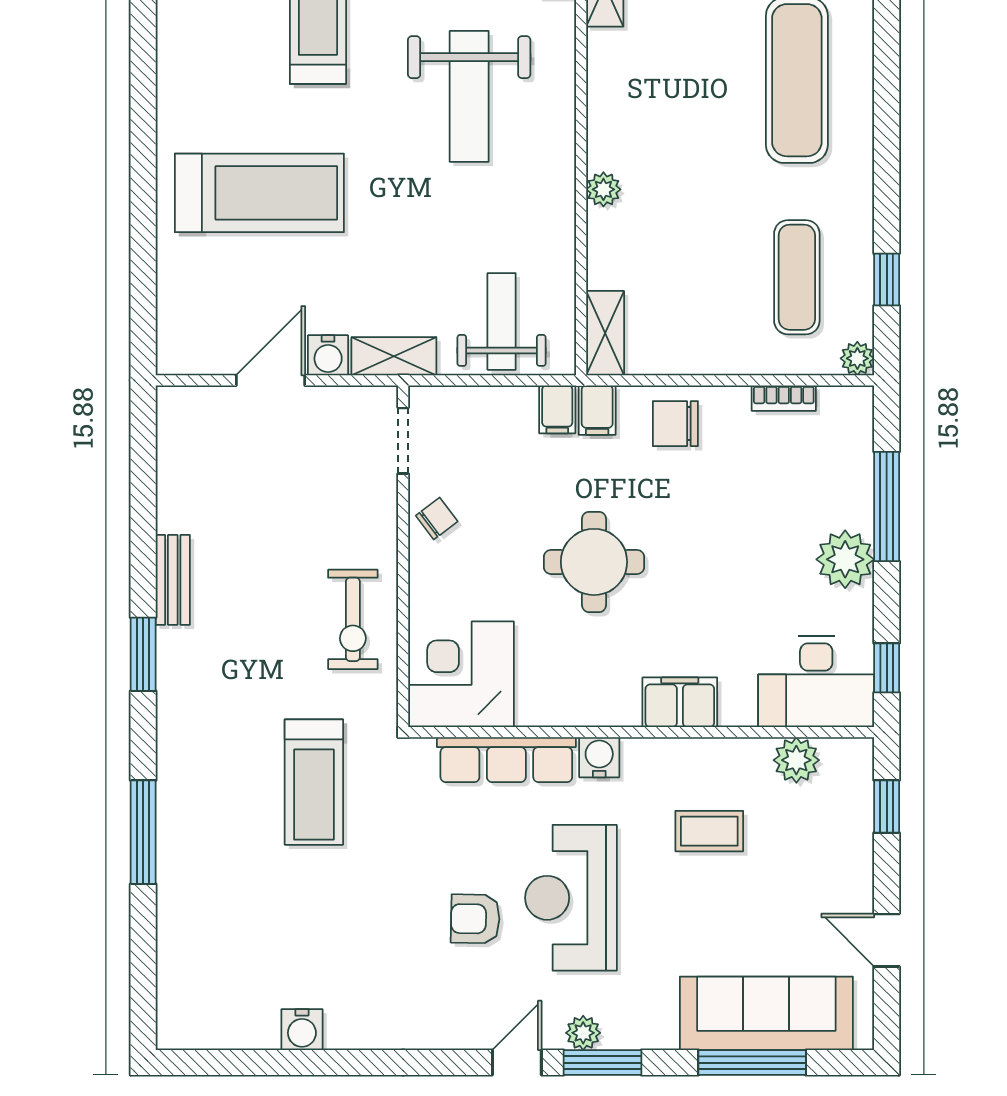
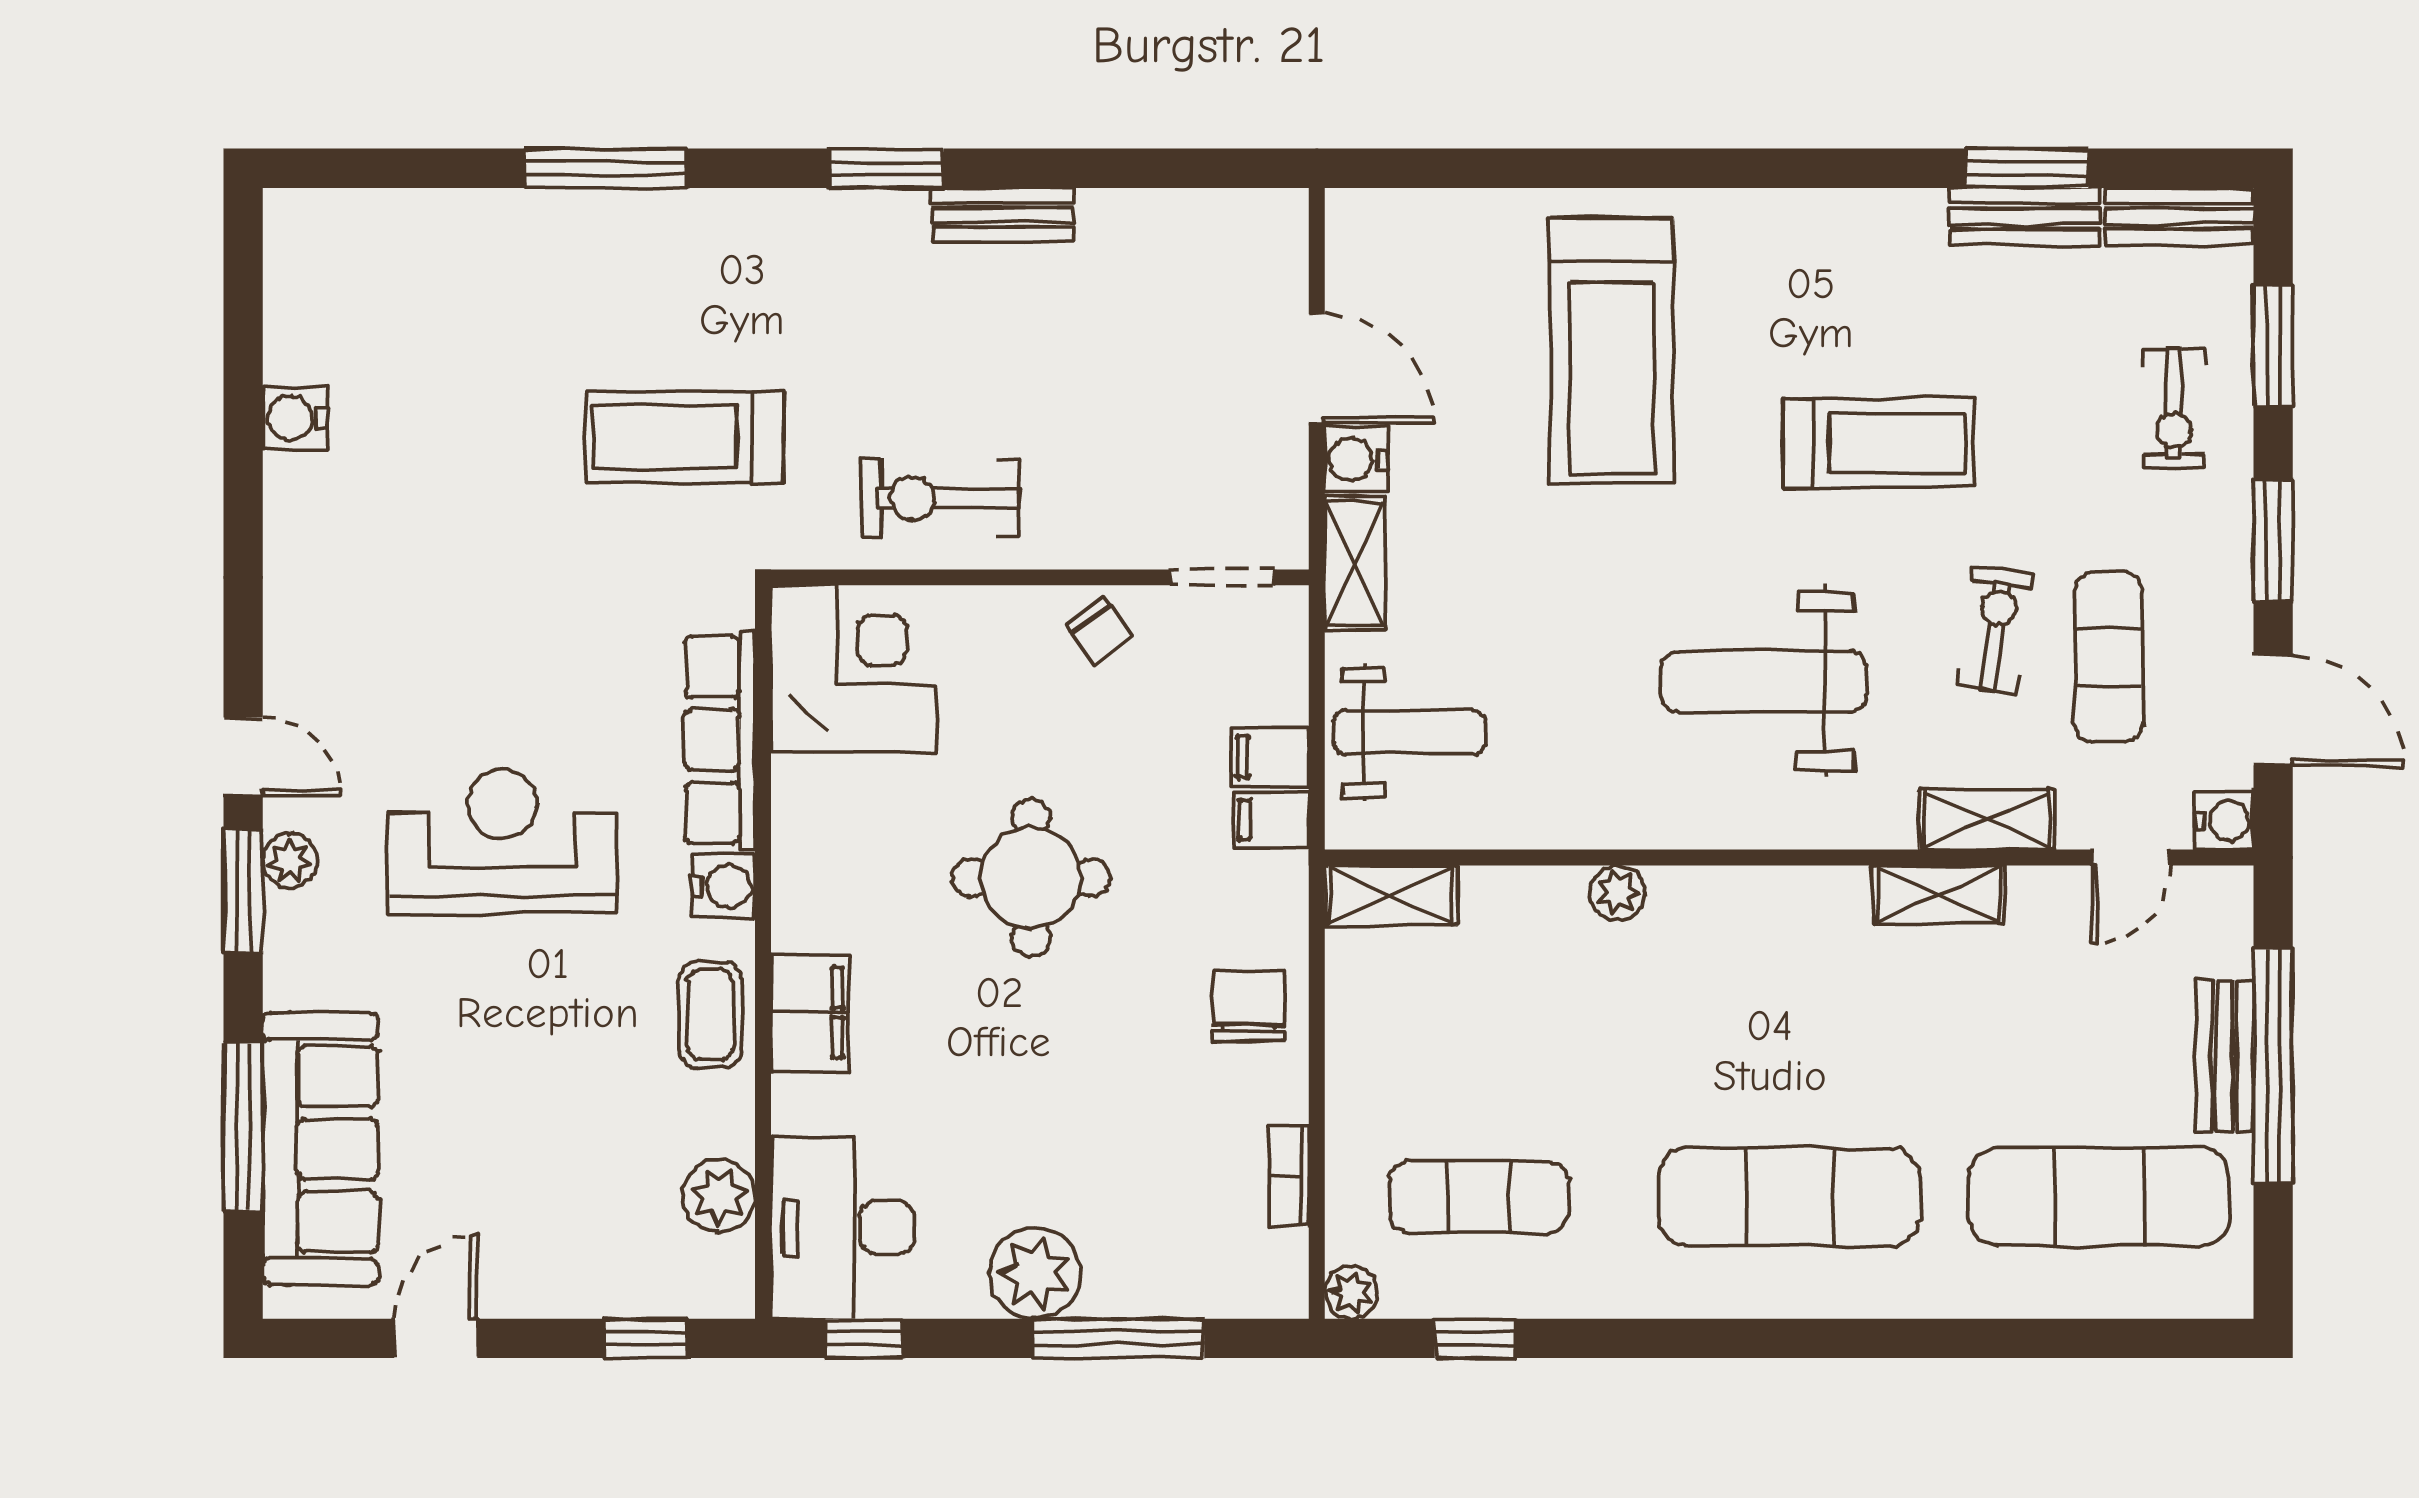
filing cabinet: (597, 410) -> (1270, 757), moved
coffee table: (709, 831) -> (710, 1015), moved
armchair: (475, 919) -> (469, 691), removed

